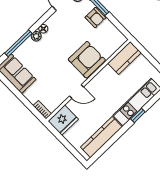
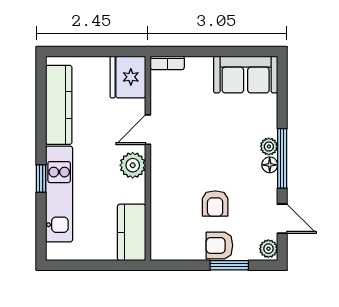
window: (18, 43) -> (282, 158), moved
armchair: (87, 60) -> (215, 204), moved, width x0.53, depth x0.53
plant: (97, 84) -> (133, 165), added

